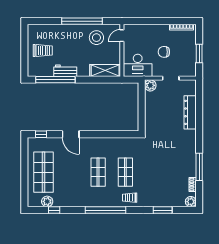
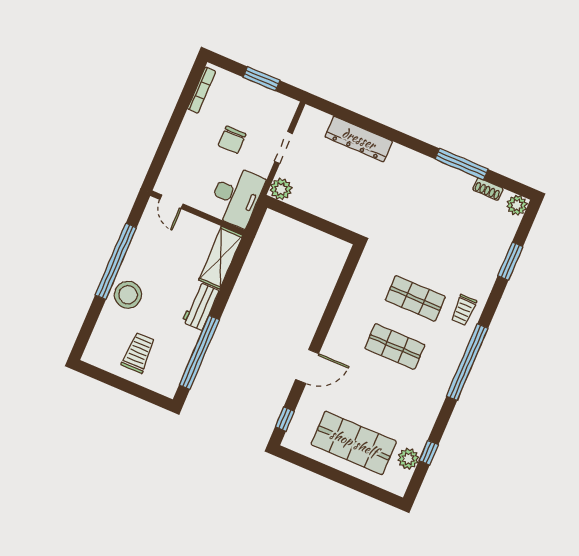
stool: (96, 38) -> (128, 295), moved
workbench: (65, 71) -> (200, 306), moved

